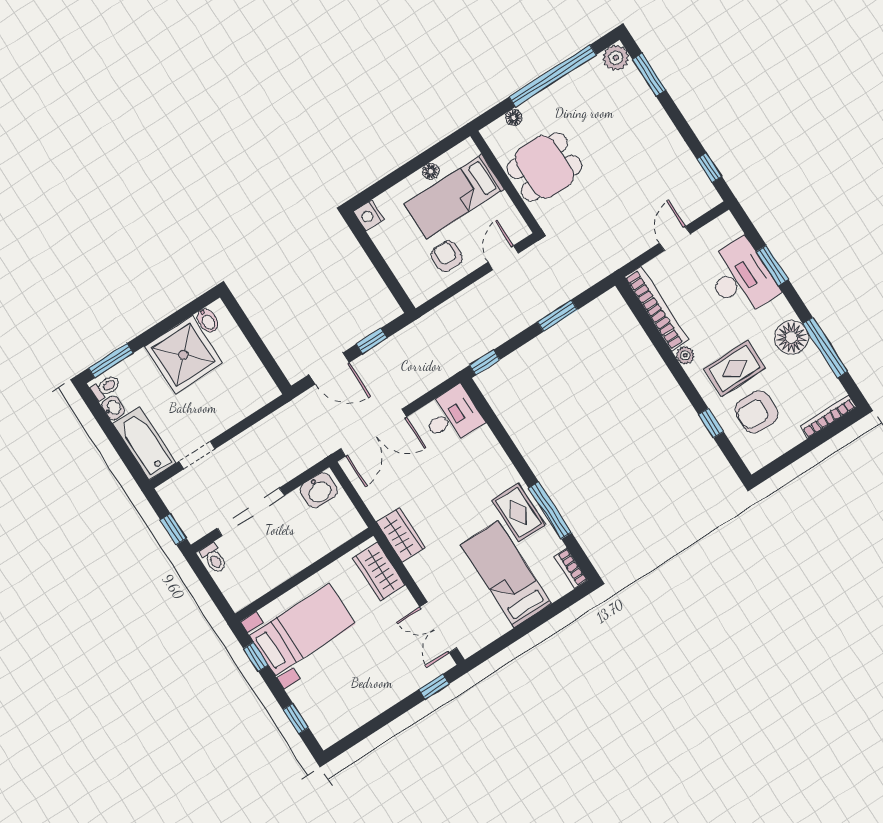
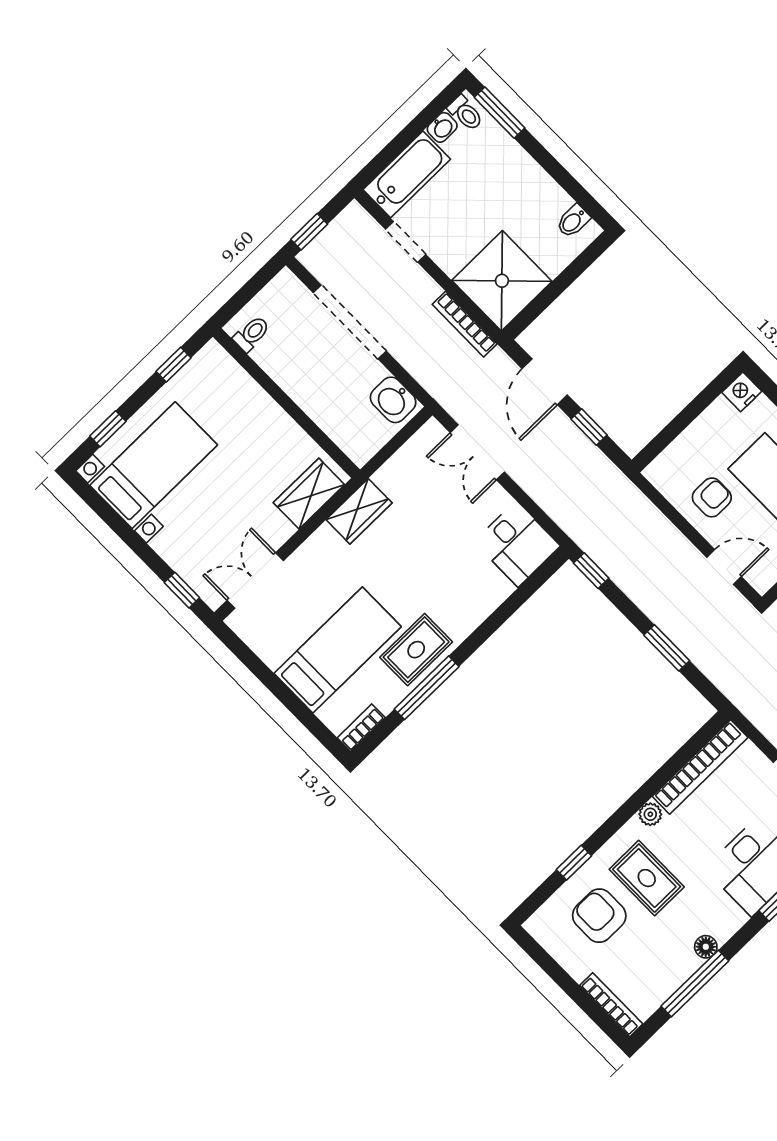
floor lamp: (791, 337) -> (706, 947), width x0.53, depth x0.53
shower: (183, 355) -> (502, 281), moved
bookcase: (271, 422) -> (465, 324), added
double door: (374, 433) -> (477, 452), width x0.73
toilet: (214, 558) -> (252, 334), moved, turned 180
bed with nightstands: (302, 630) -> (154, 465), moved, turned -90

